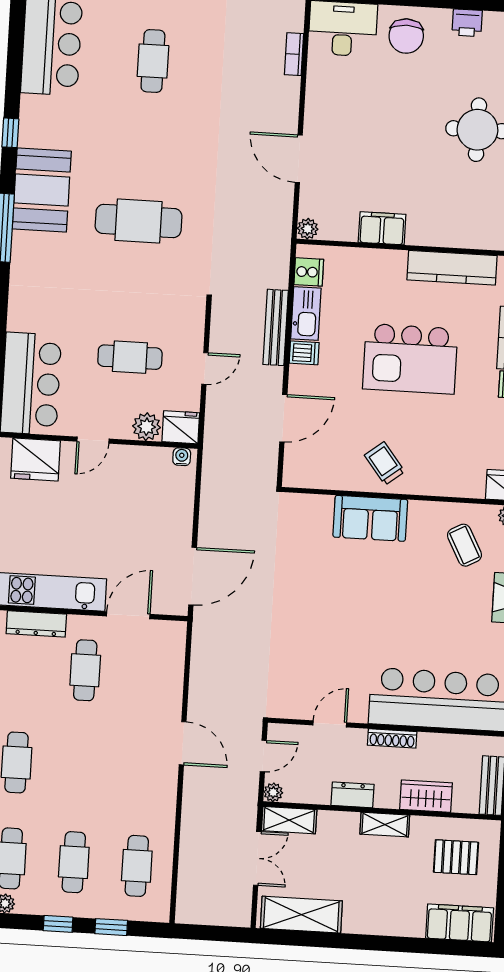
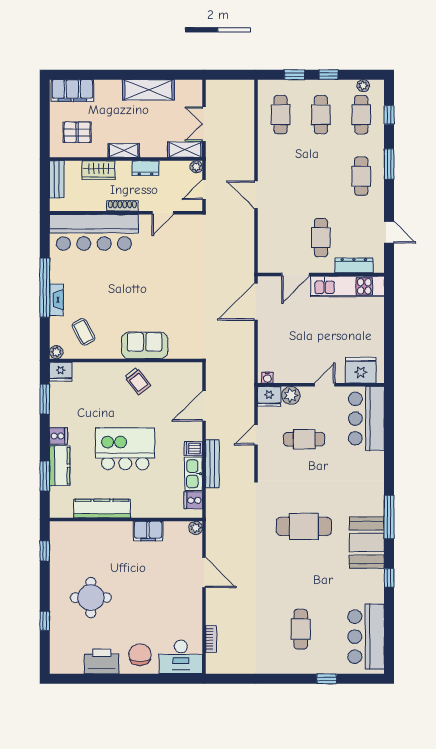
printer: (467, 23) -> (102, 661), width x1.87, depth x1.48
shelving: (301, 915) -> (148, 90), moved

